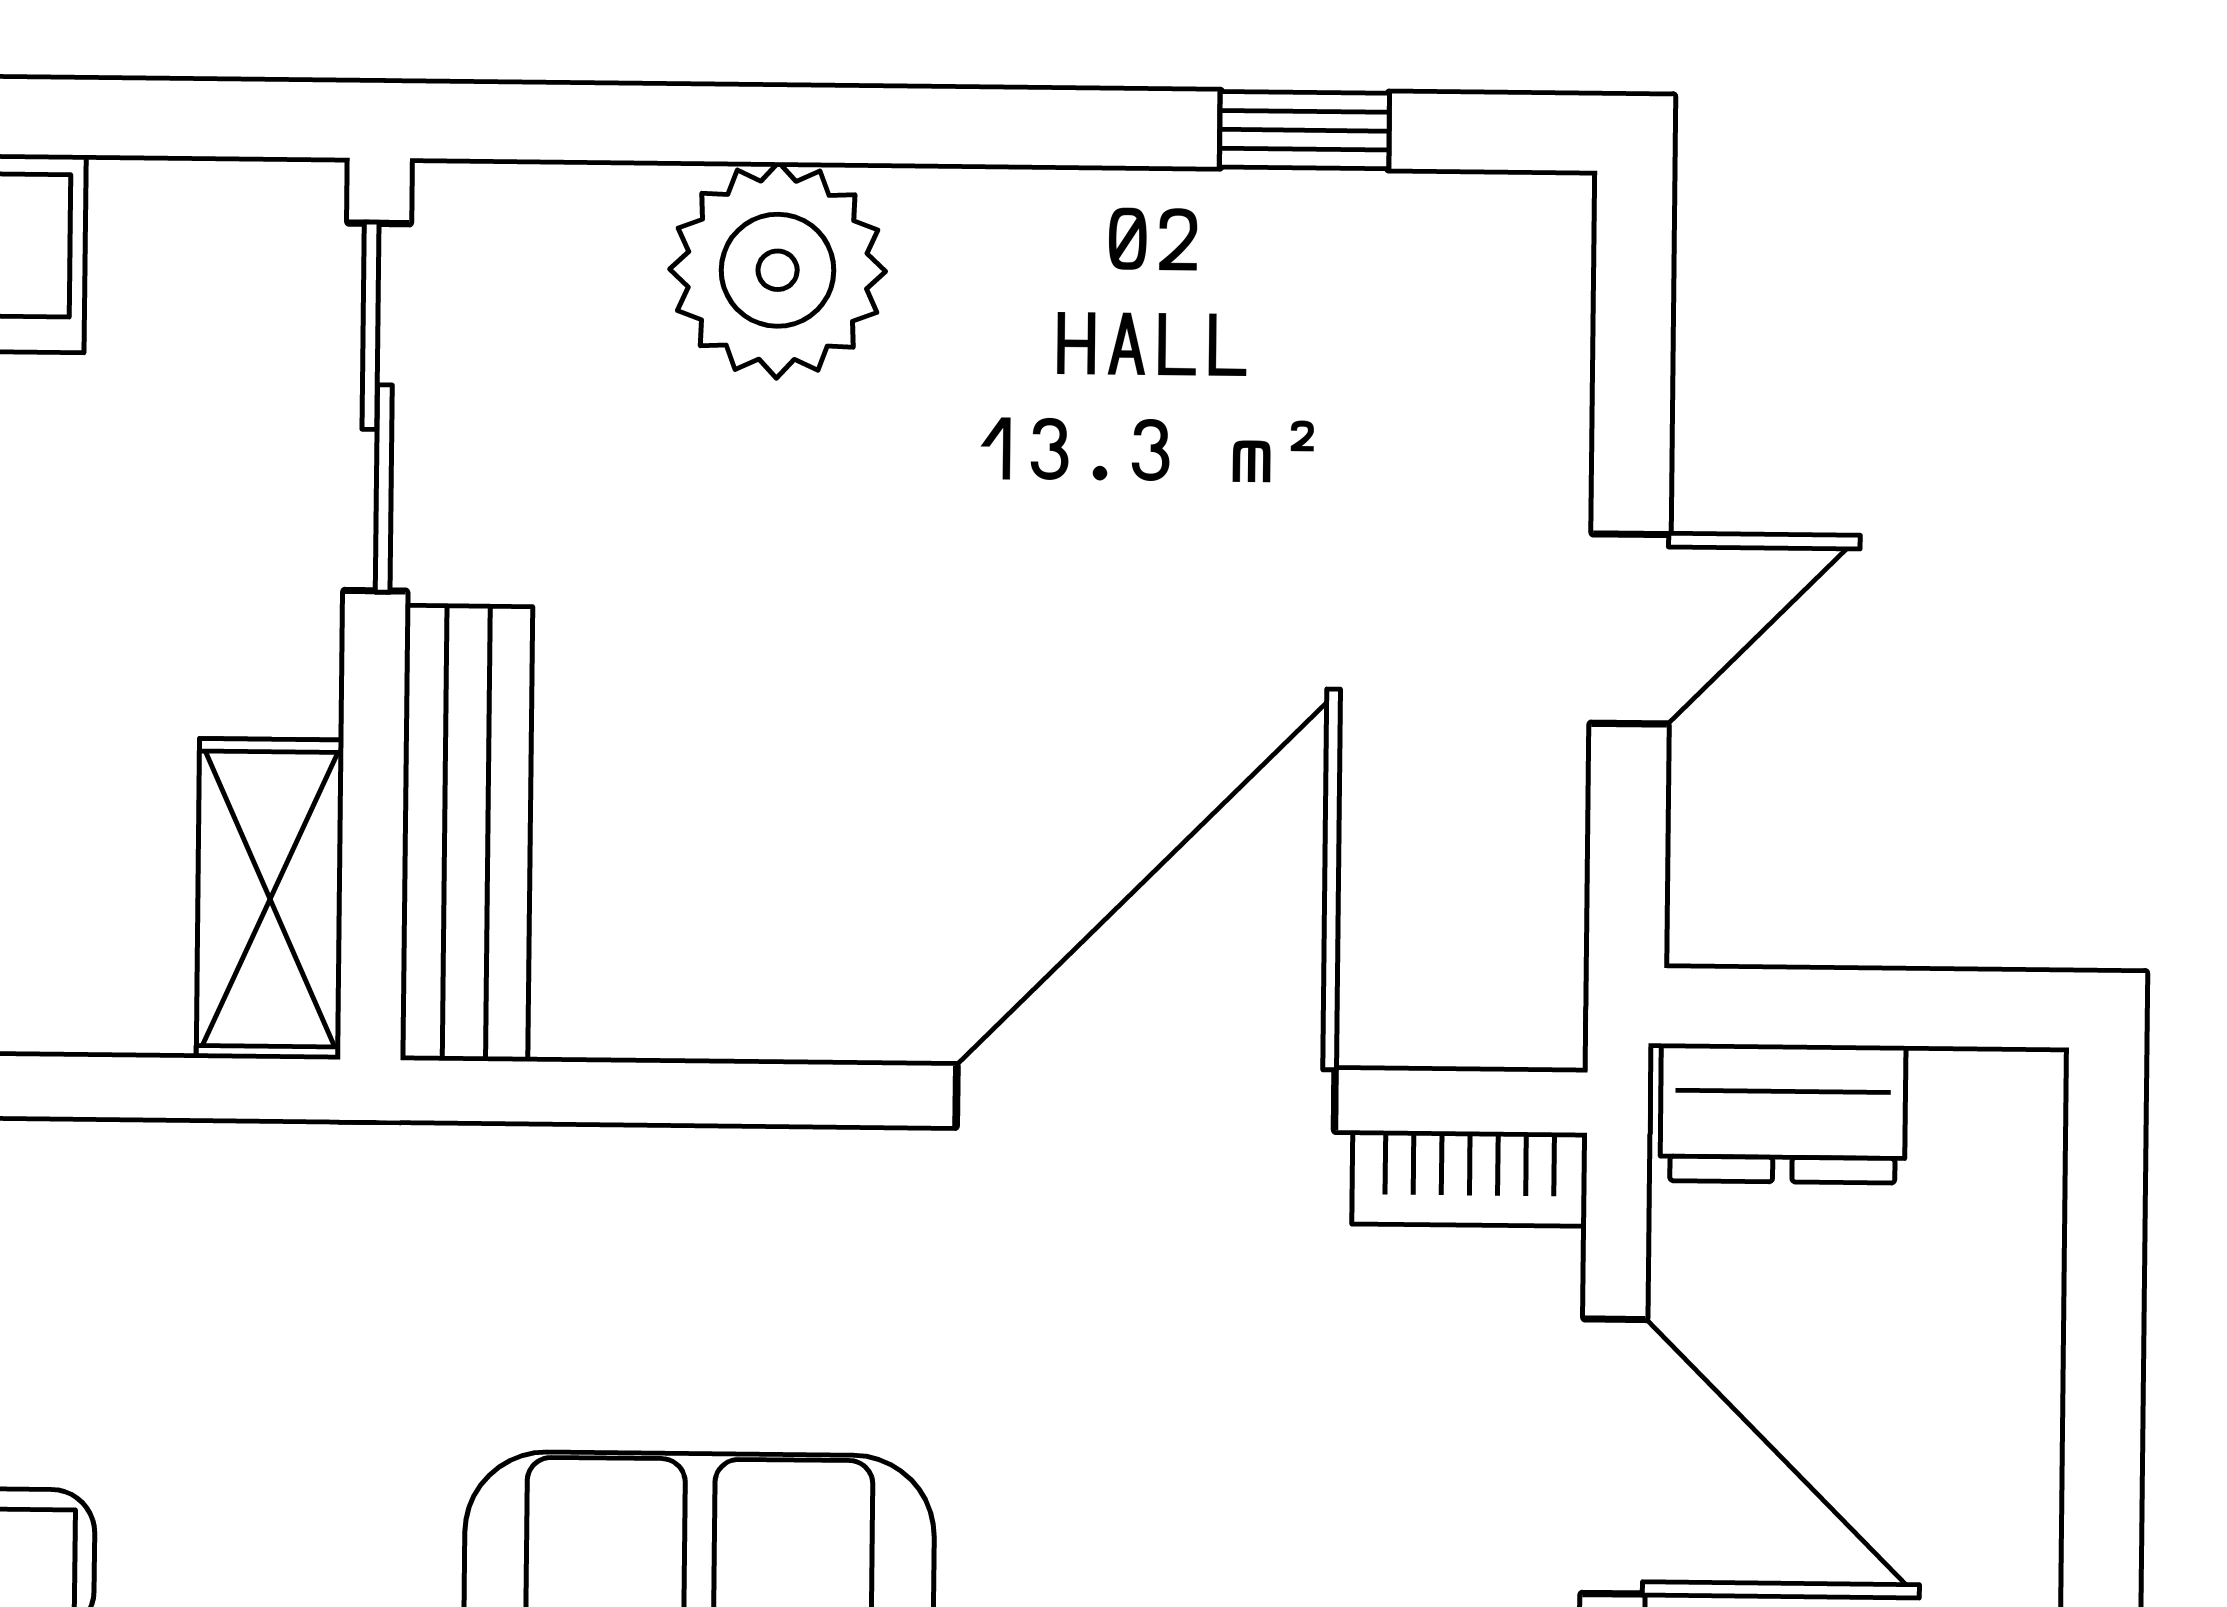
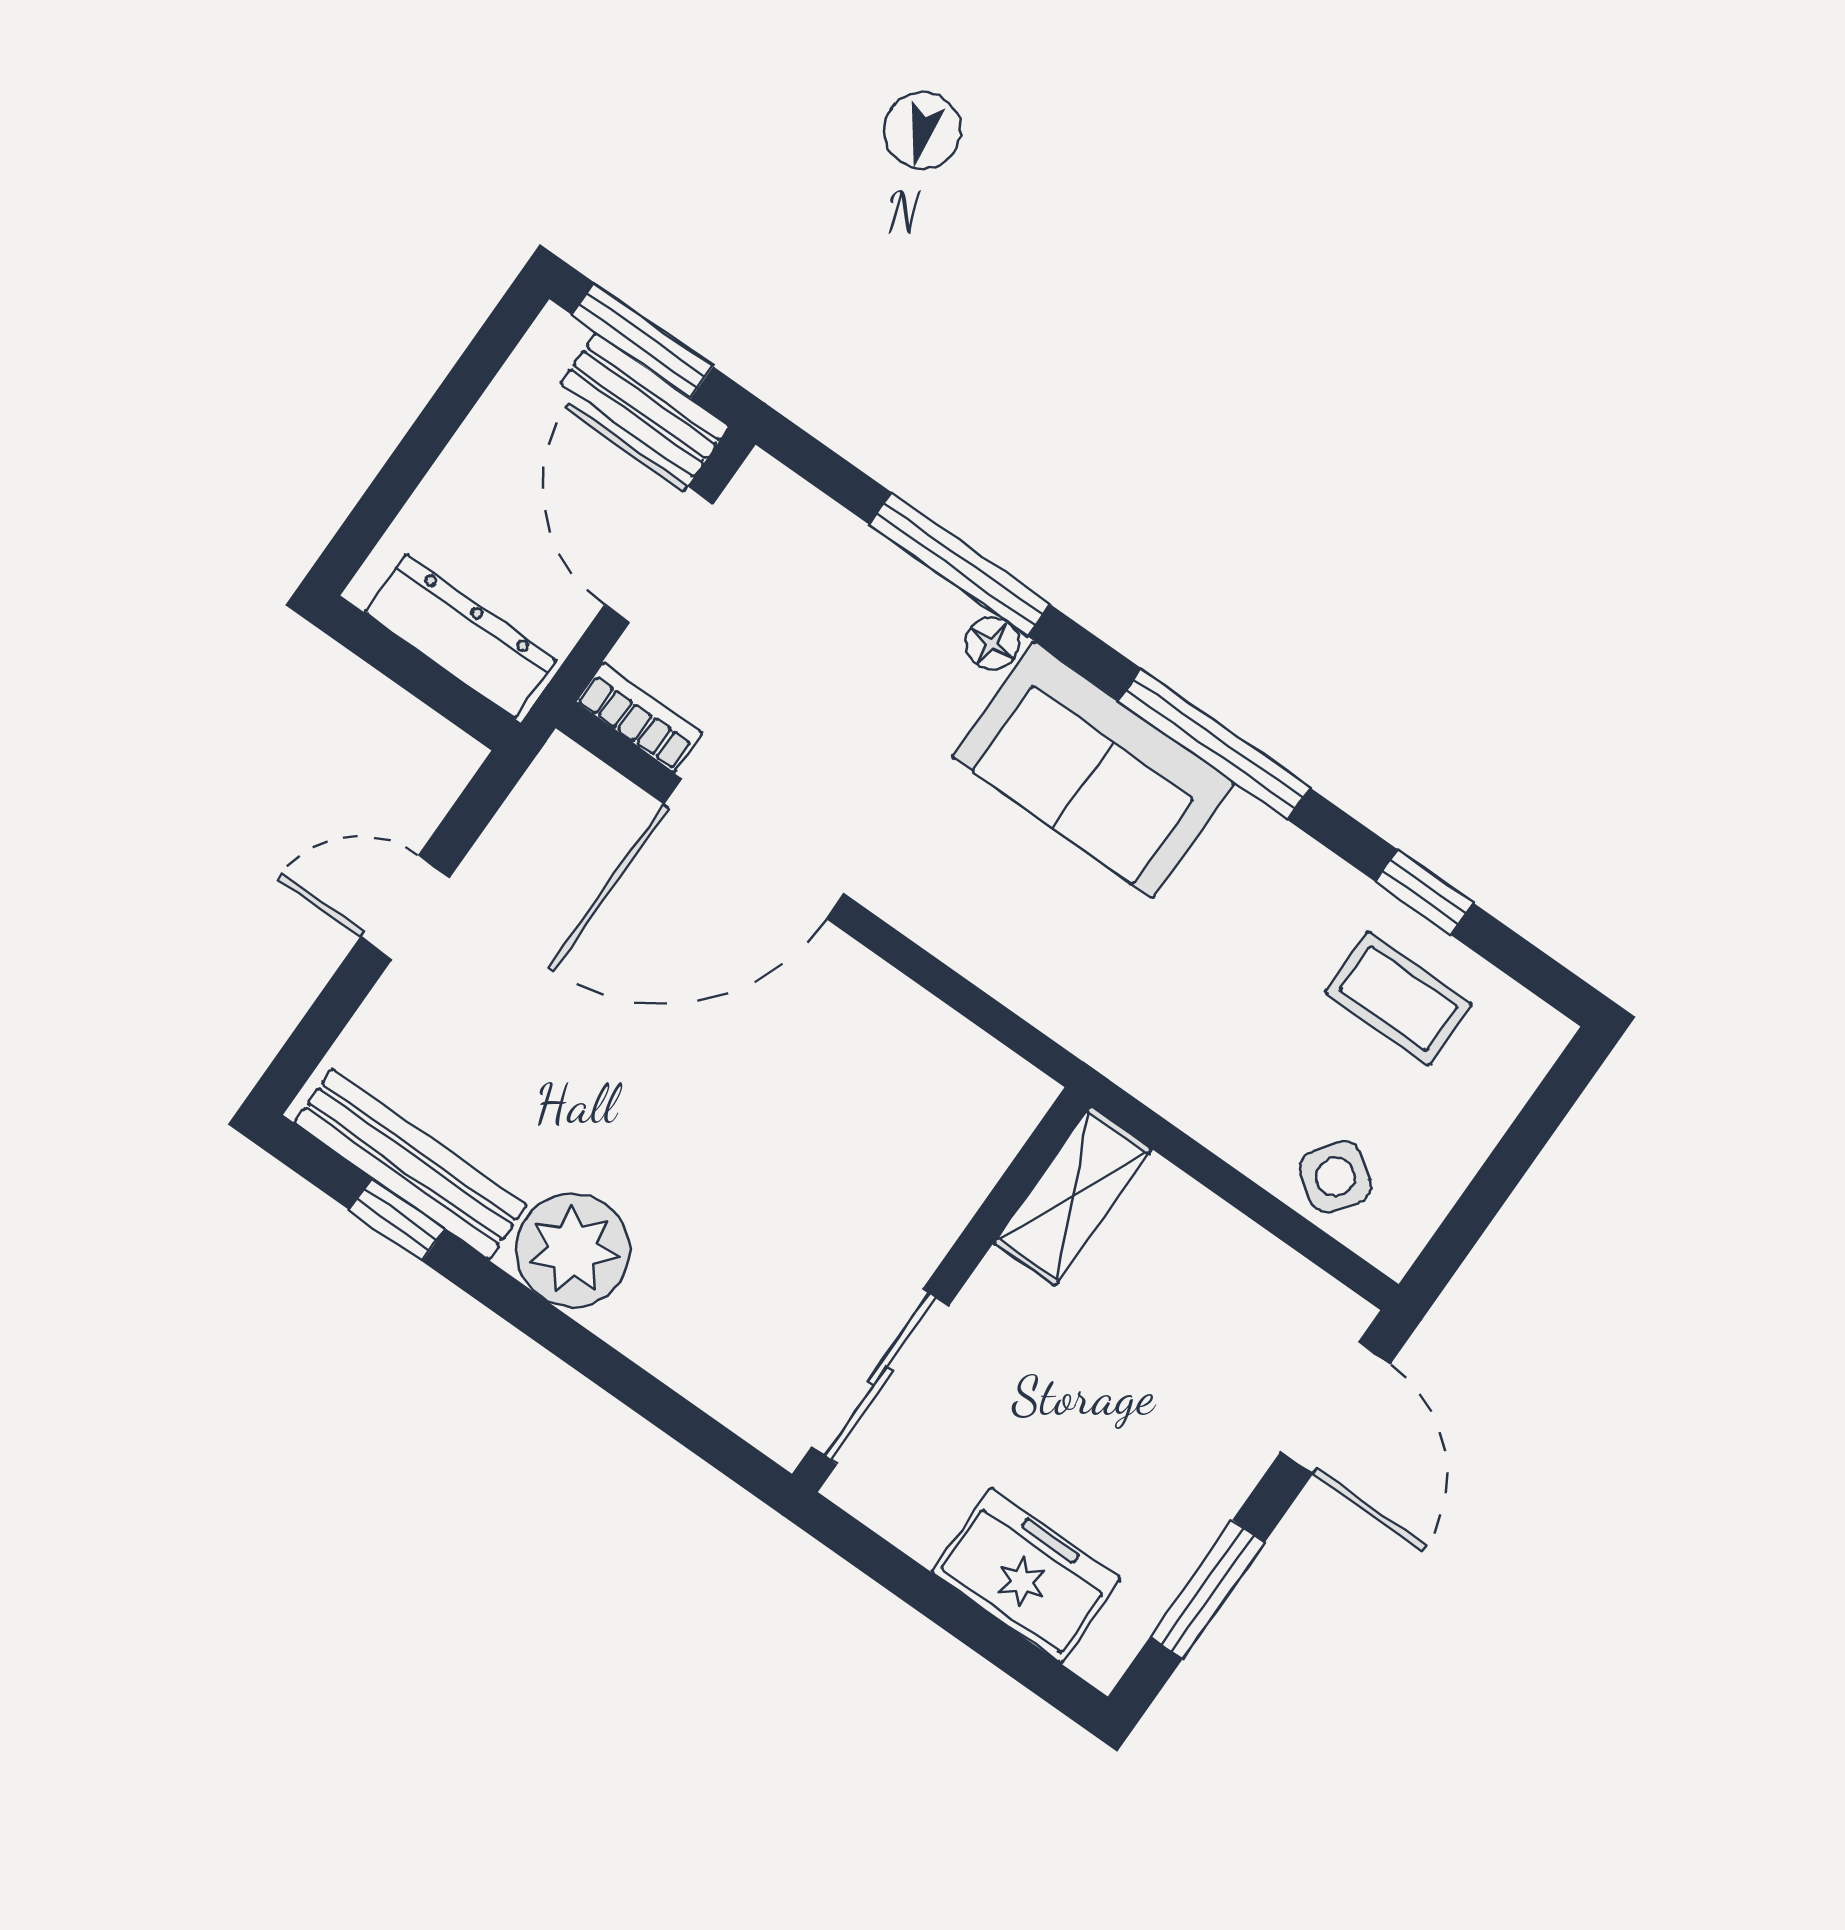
plant: (778, 270) -> (573, 1250), moved
bench: (466, 833) -> (411, 1164), moved, turned 90
dresser: (1783, 1113) -> (461, 636), width x1.44

